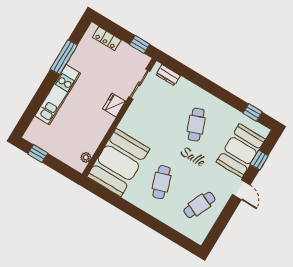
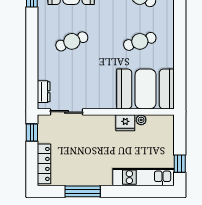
locker: (107, 39) -> (44, 164), width x1.53
kitchen unit: (58, 95) -> (143, 177), moved
fridge: (114, 105) -> (125, 123), moved
plant: (86, 157) -> (141, 120), moved

